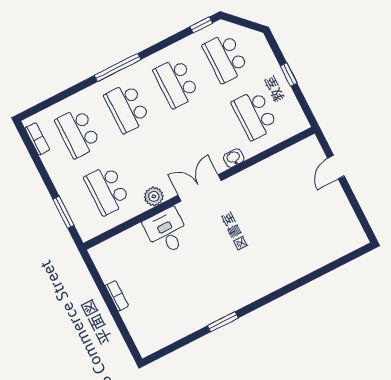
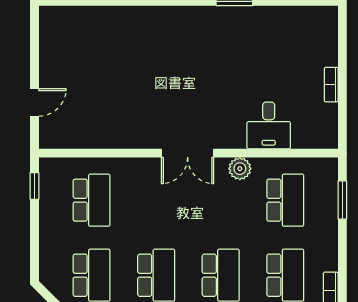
window: (289, 75) -> (34, 186), moved
washbasin: (234, 158) -> (136, 166), removed
desk: (167, 231) -> (269, 125), moved

